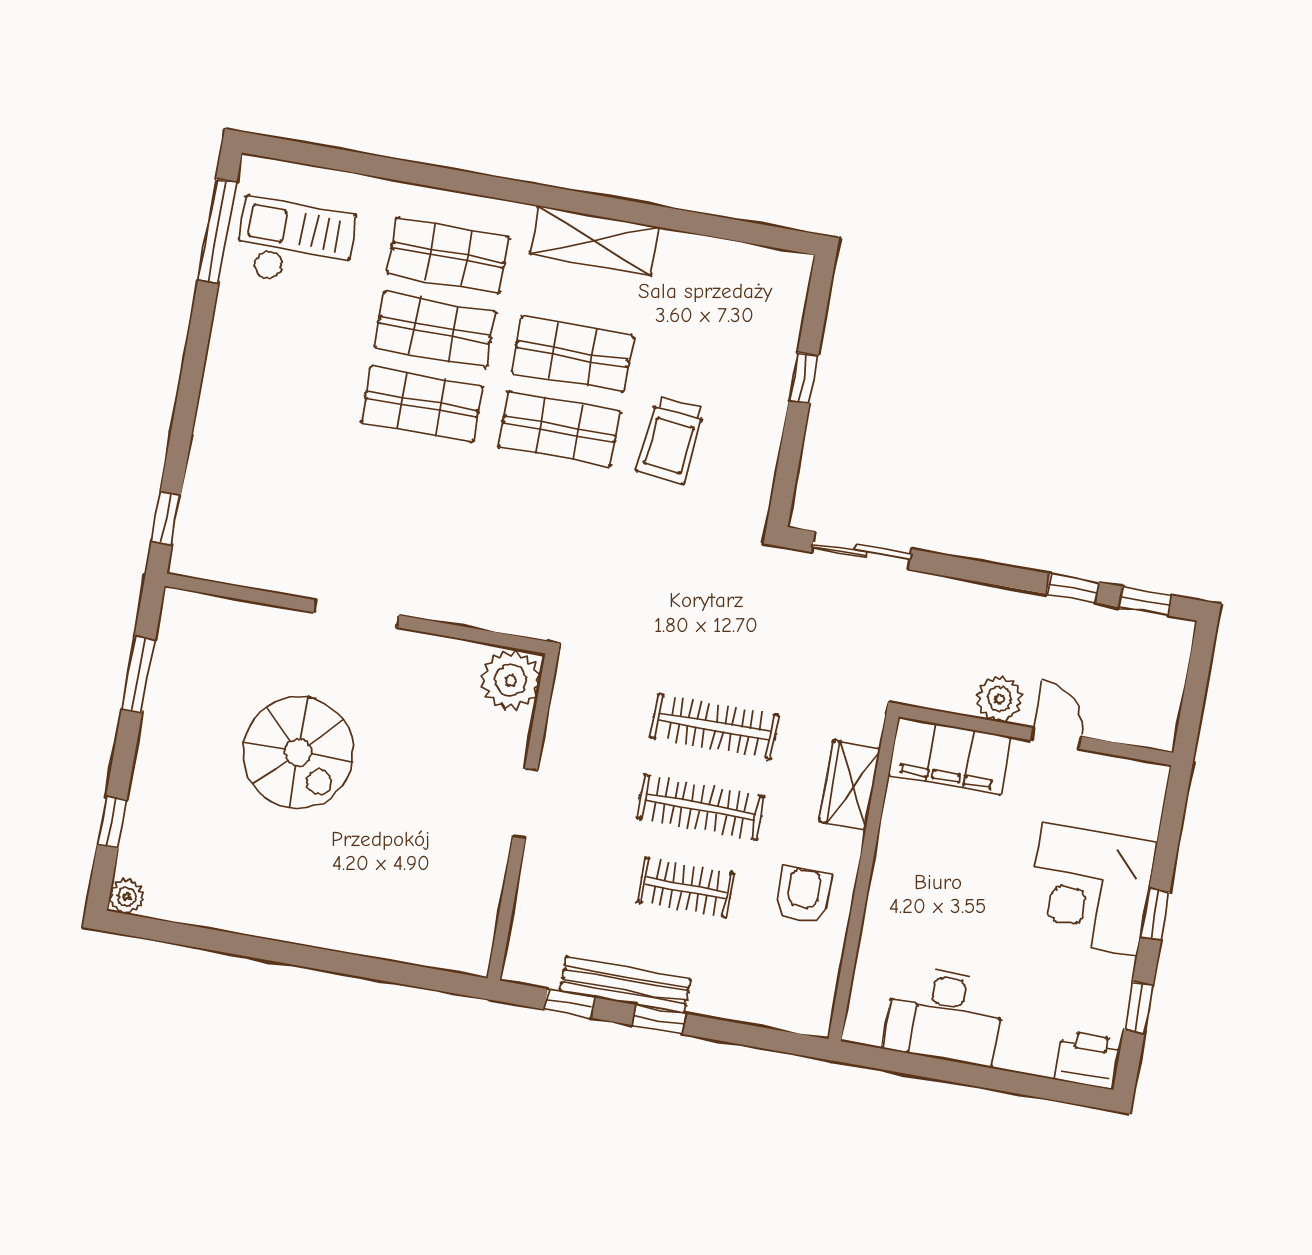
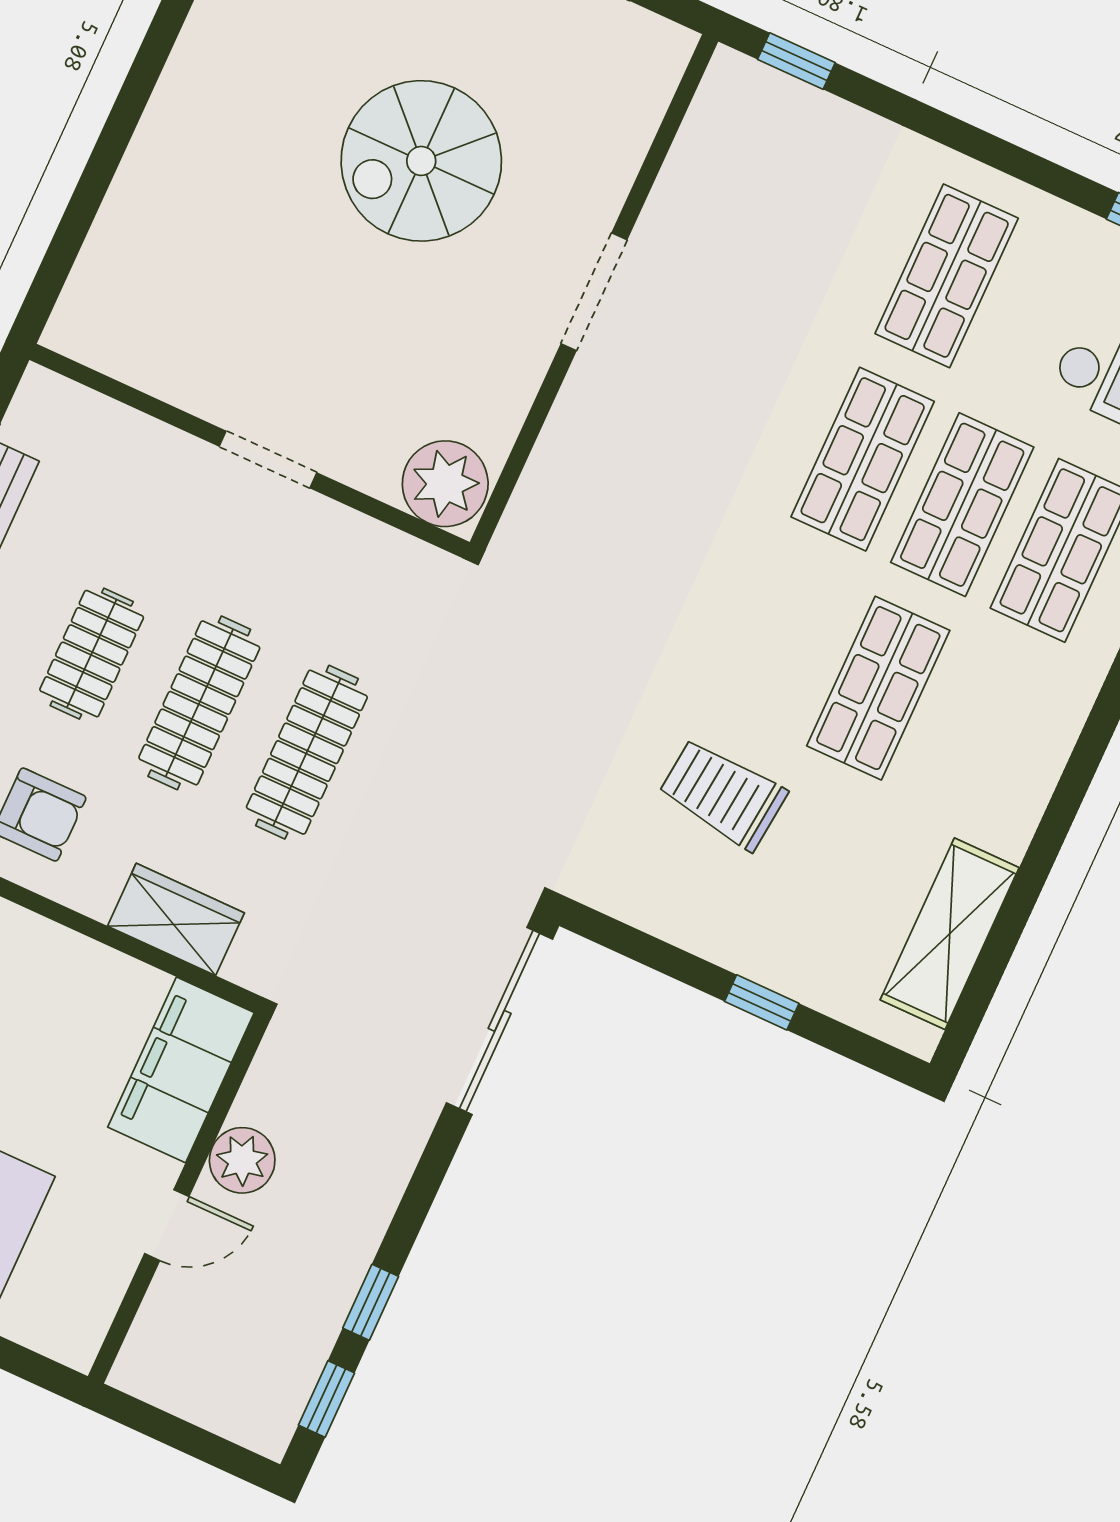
shelving: (595, 240) -> (950, 934), moved
shop shelf: (559, 429) -> (947, 276), moved
sliding door: (862, 551) -> (500, 1021), width x1.37

